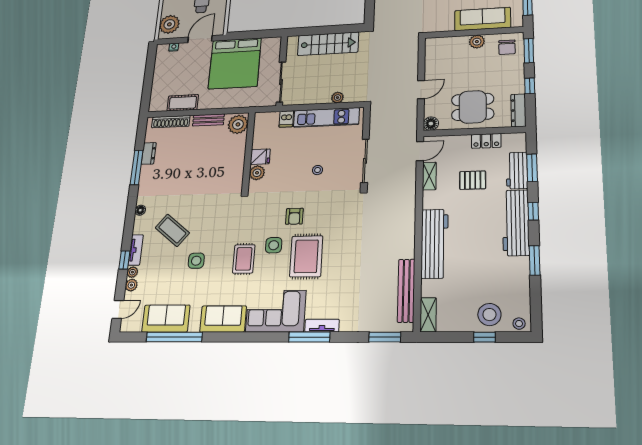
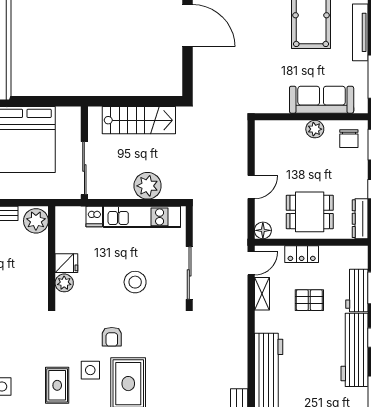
plant: (337, 98) -> (148, 186), width x1.87, depth x1.87
locker: (486, 141) -> (302, 254), moved
stool: (317, 170) -> (135, 282), width x1.89, depth x1.89

